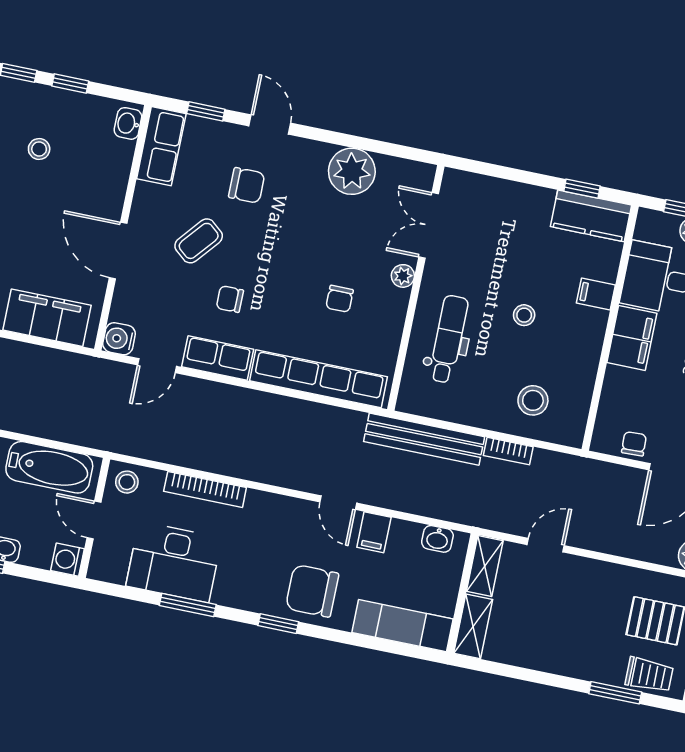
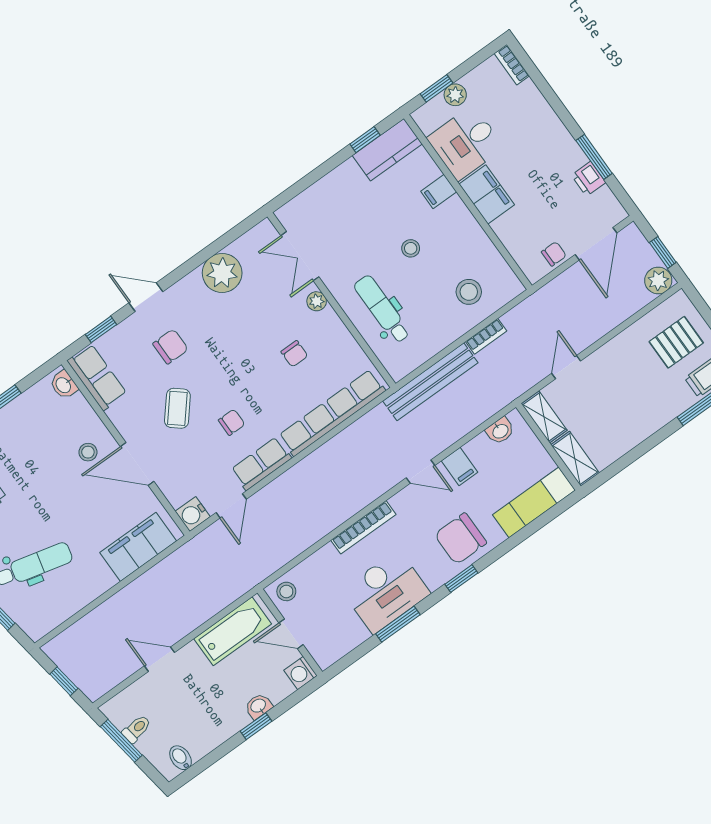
stool: (39, 149) -> (88, 452), moved
chair: (230, 299) -> (232, 422), turned 180
chair: (634, 444) -> (554, 254), turned 92
bookcase: (205, 489) -> (363, 527), moved
desk: (174, 562) -> (386, 592), moved

